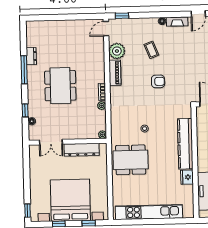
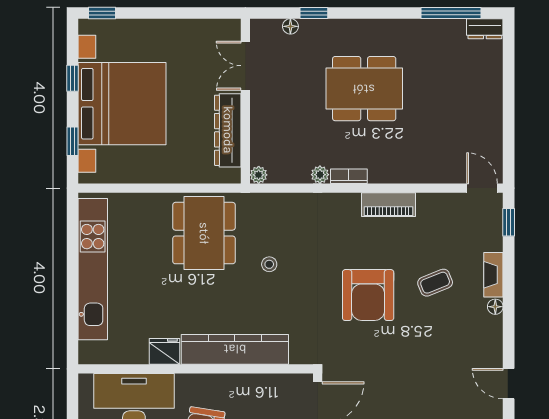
fireplace: (177, 22) -> (493, 275), moved
plant: (117, 51) -> (434, 210), removed
dresser: (31, 56) -> (485, 29), moved
window: (24, 70) -> (451, 13), moved
armchair: (158, 81) -> (368, 295), width x1.88, depth x1.88

